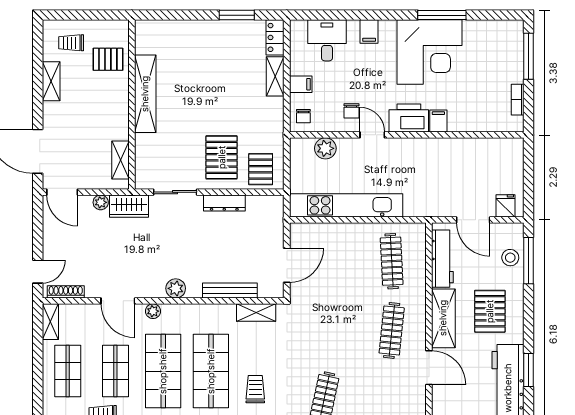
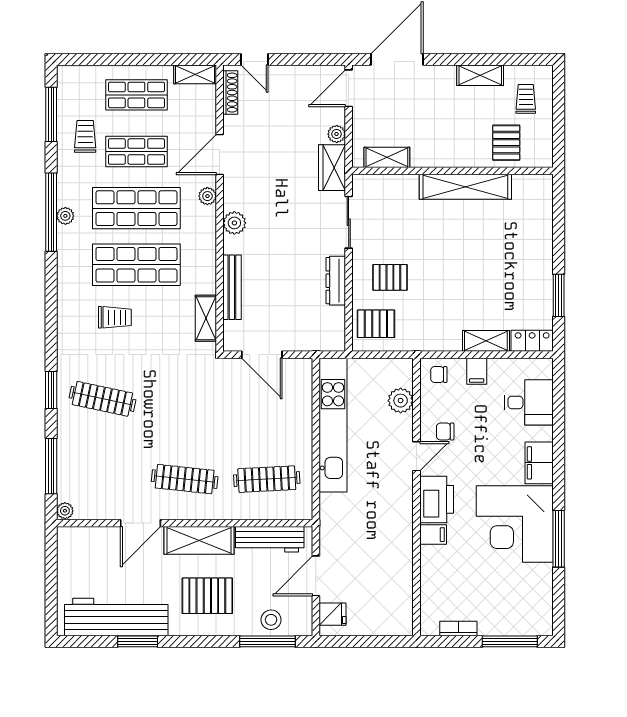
filing cabinet: (369, 31) -> (539, 463), width x2.00
pallet: (222, 157) -> (390, 277), width x0.67, depth x0.71

